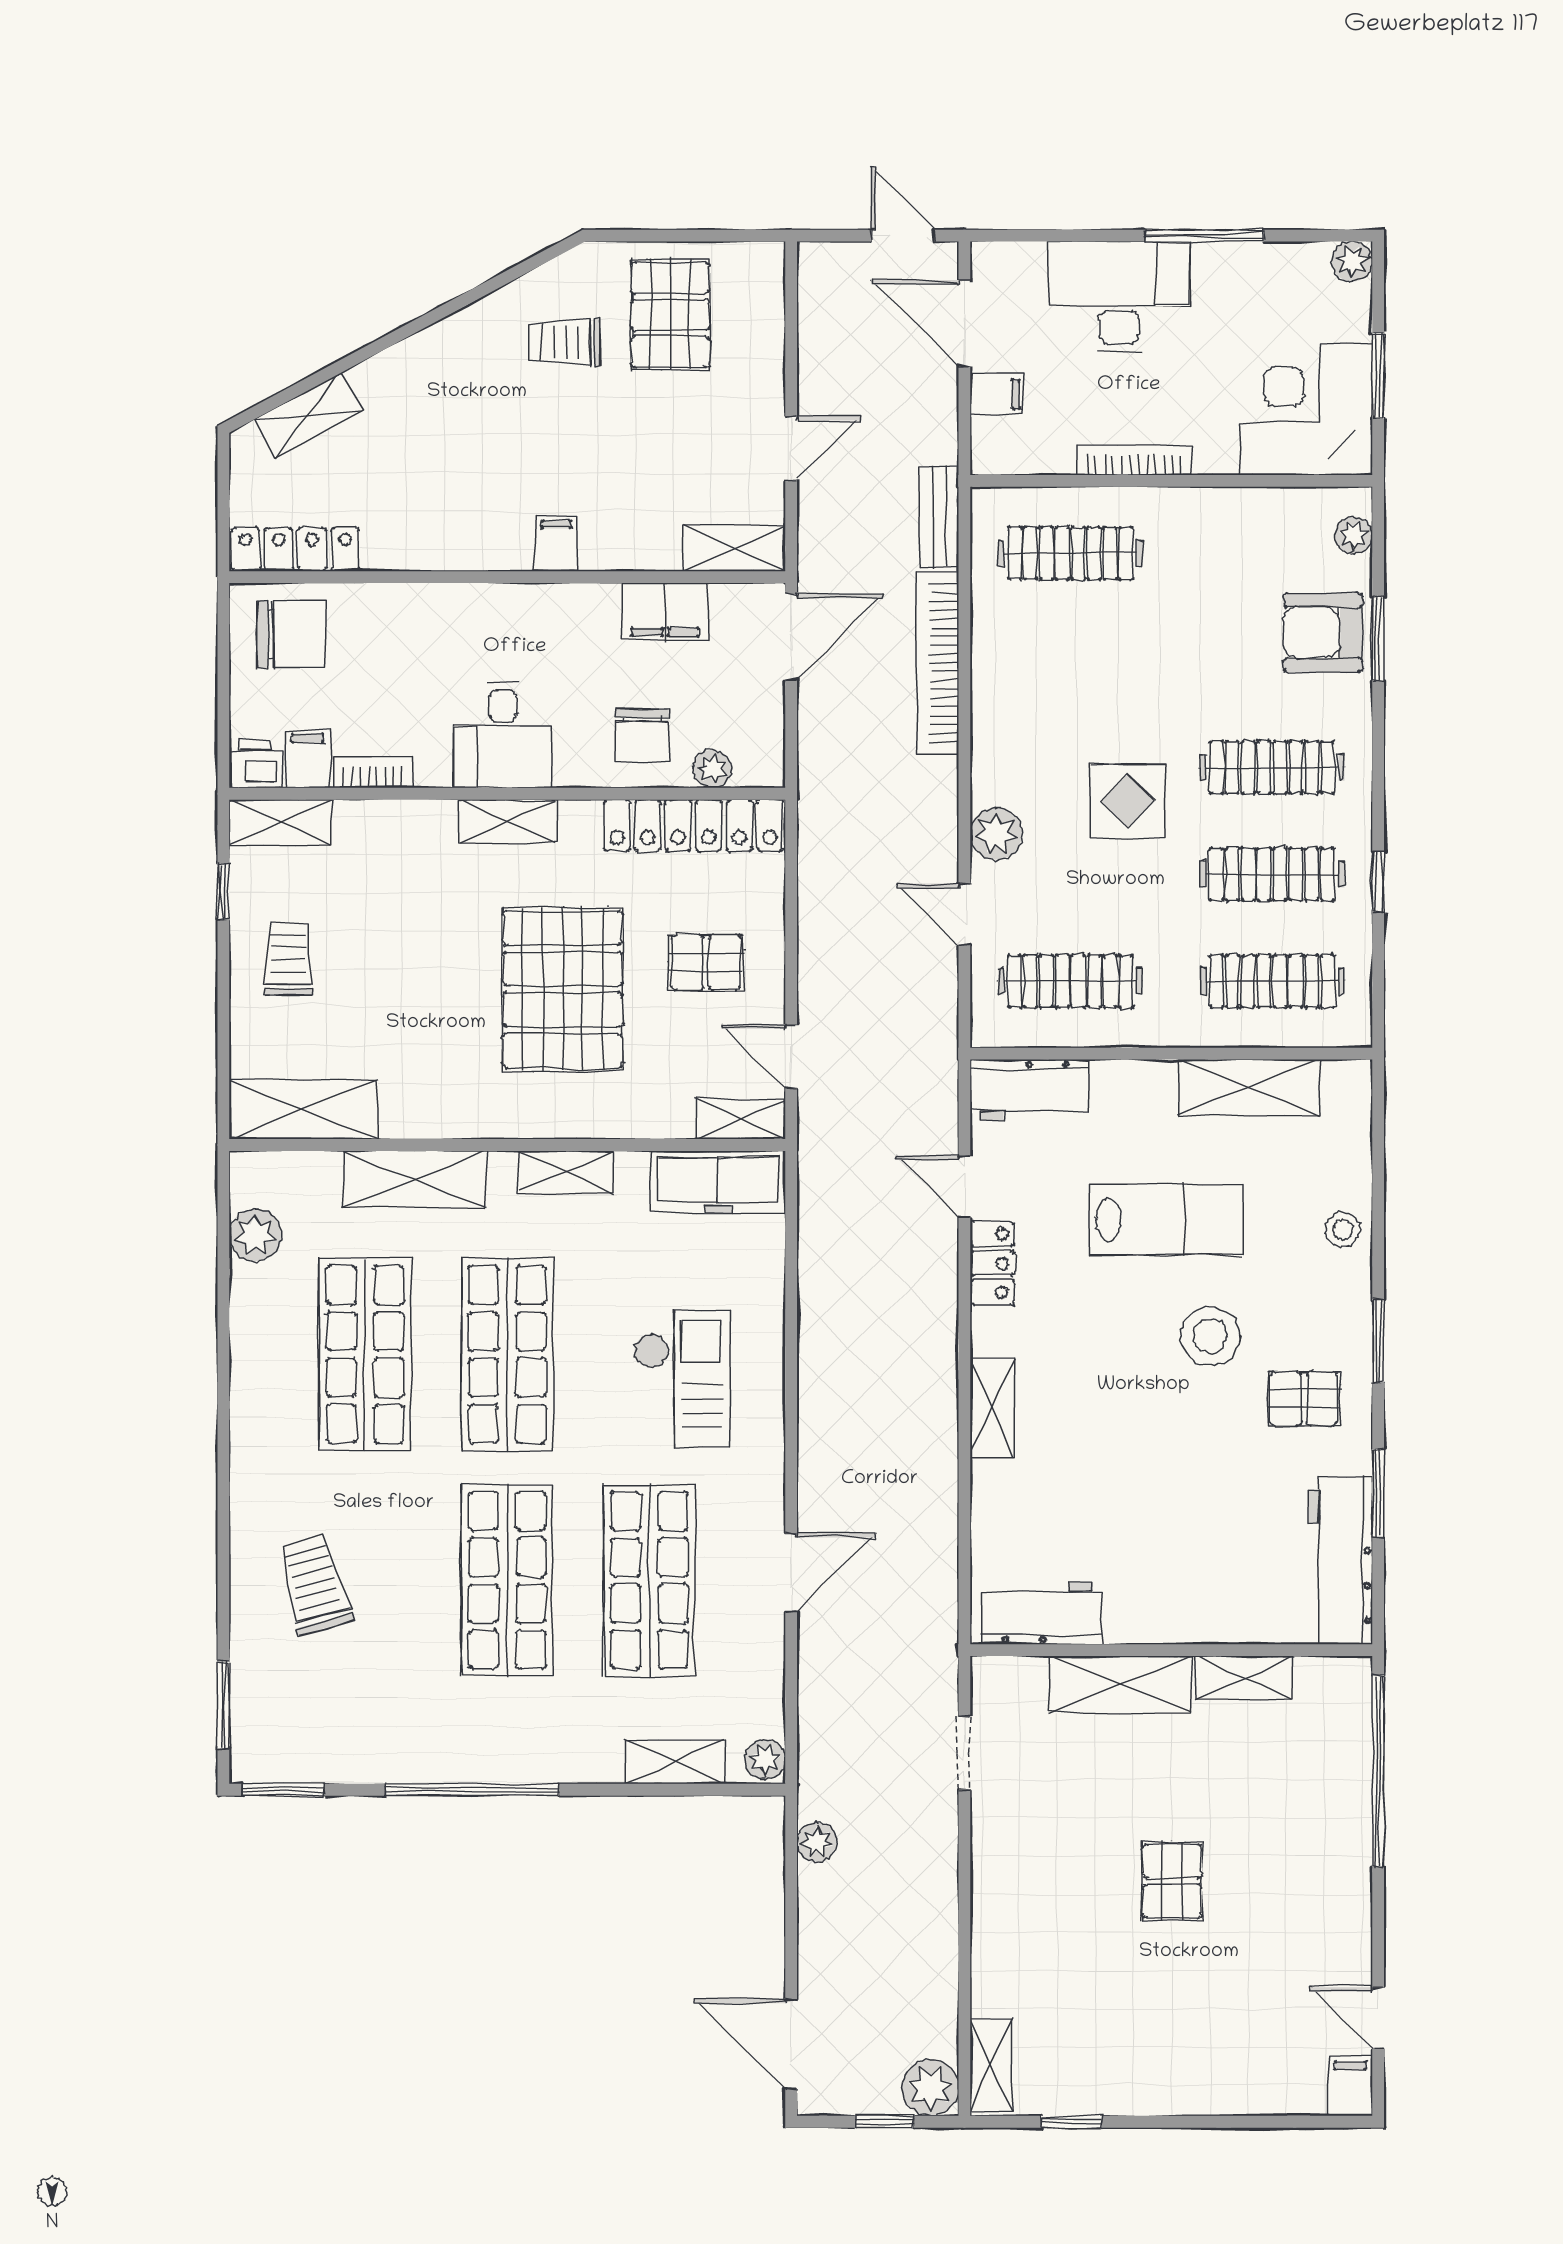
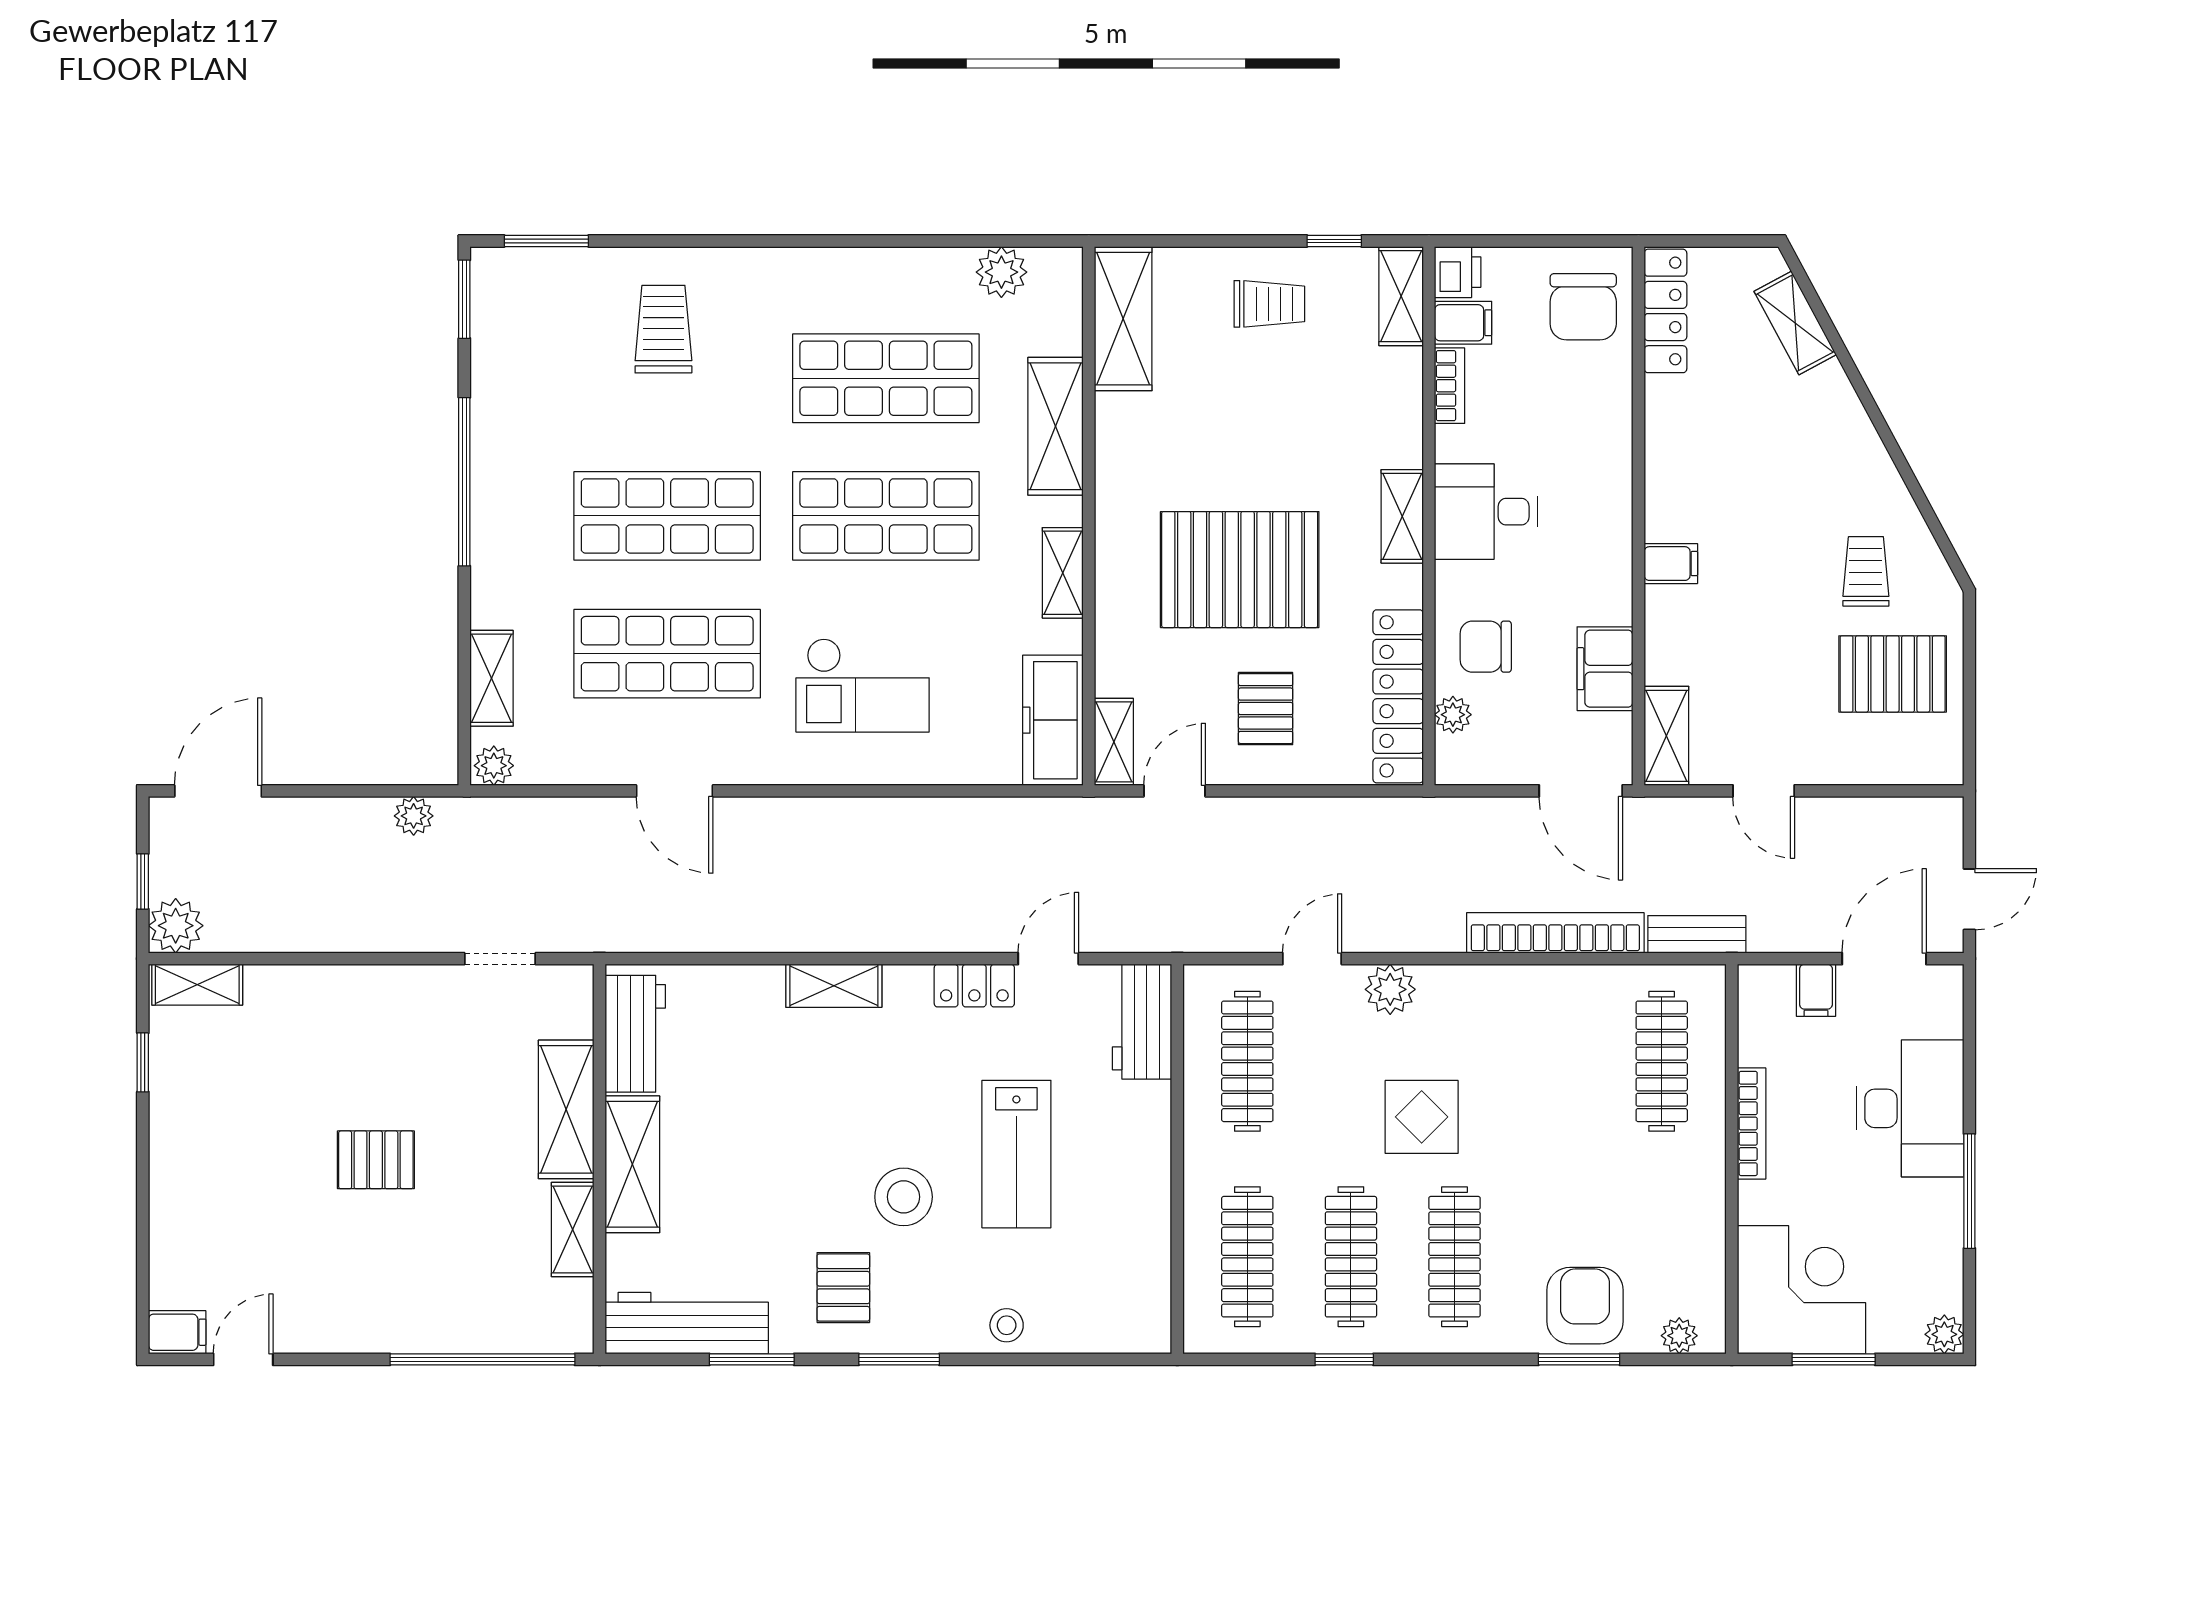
shelving: (1249, 1088) -> (632, 1164), moved
trolley: (314, 1584) -> (663, 329), turned -75

